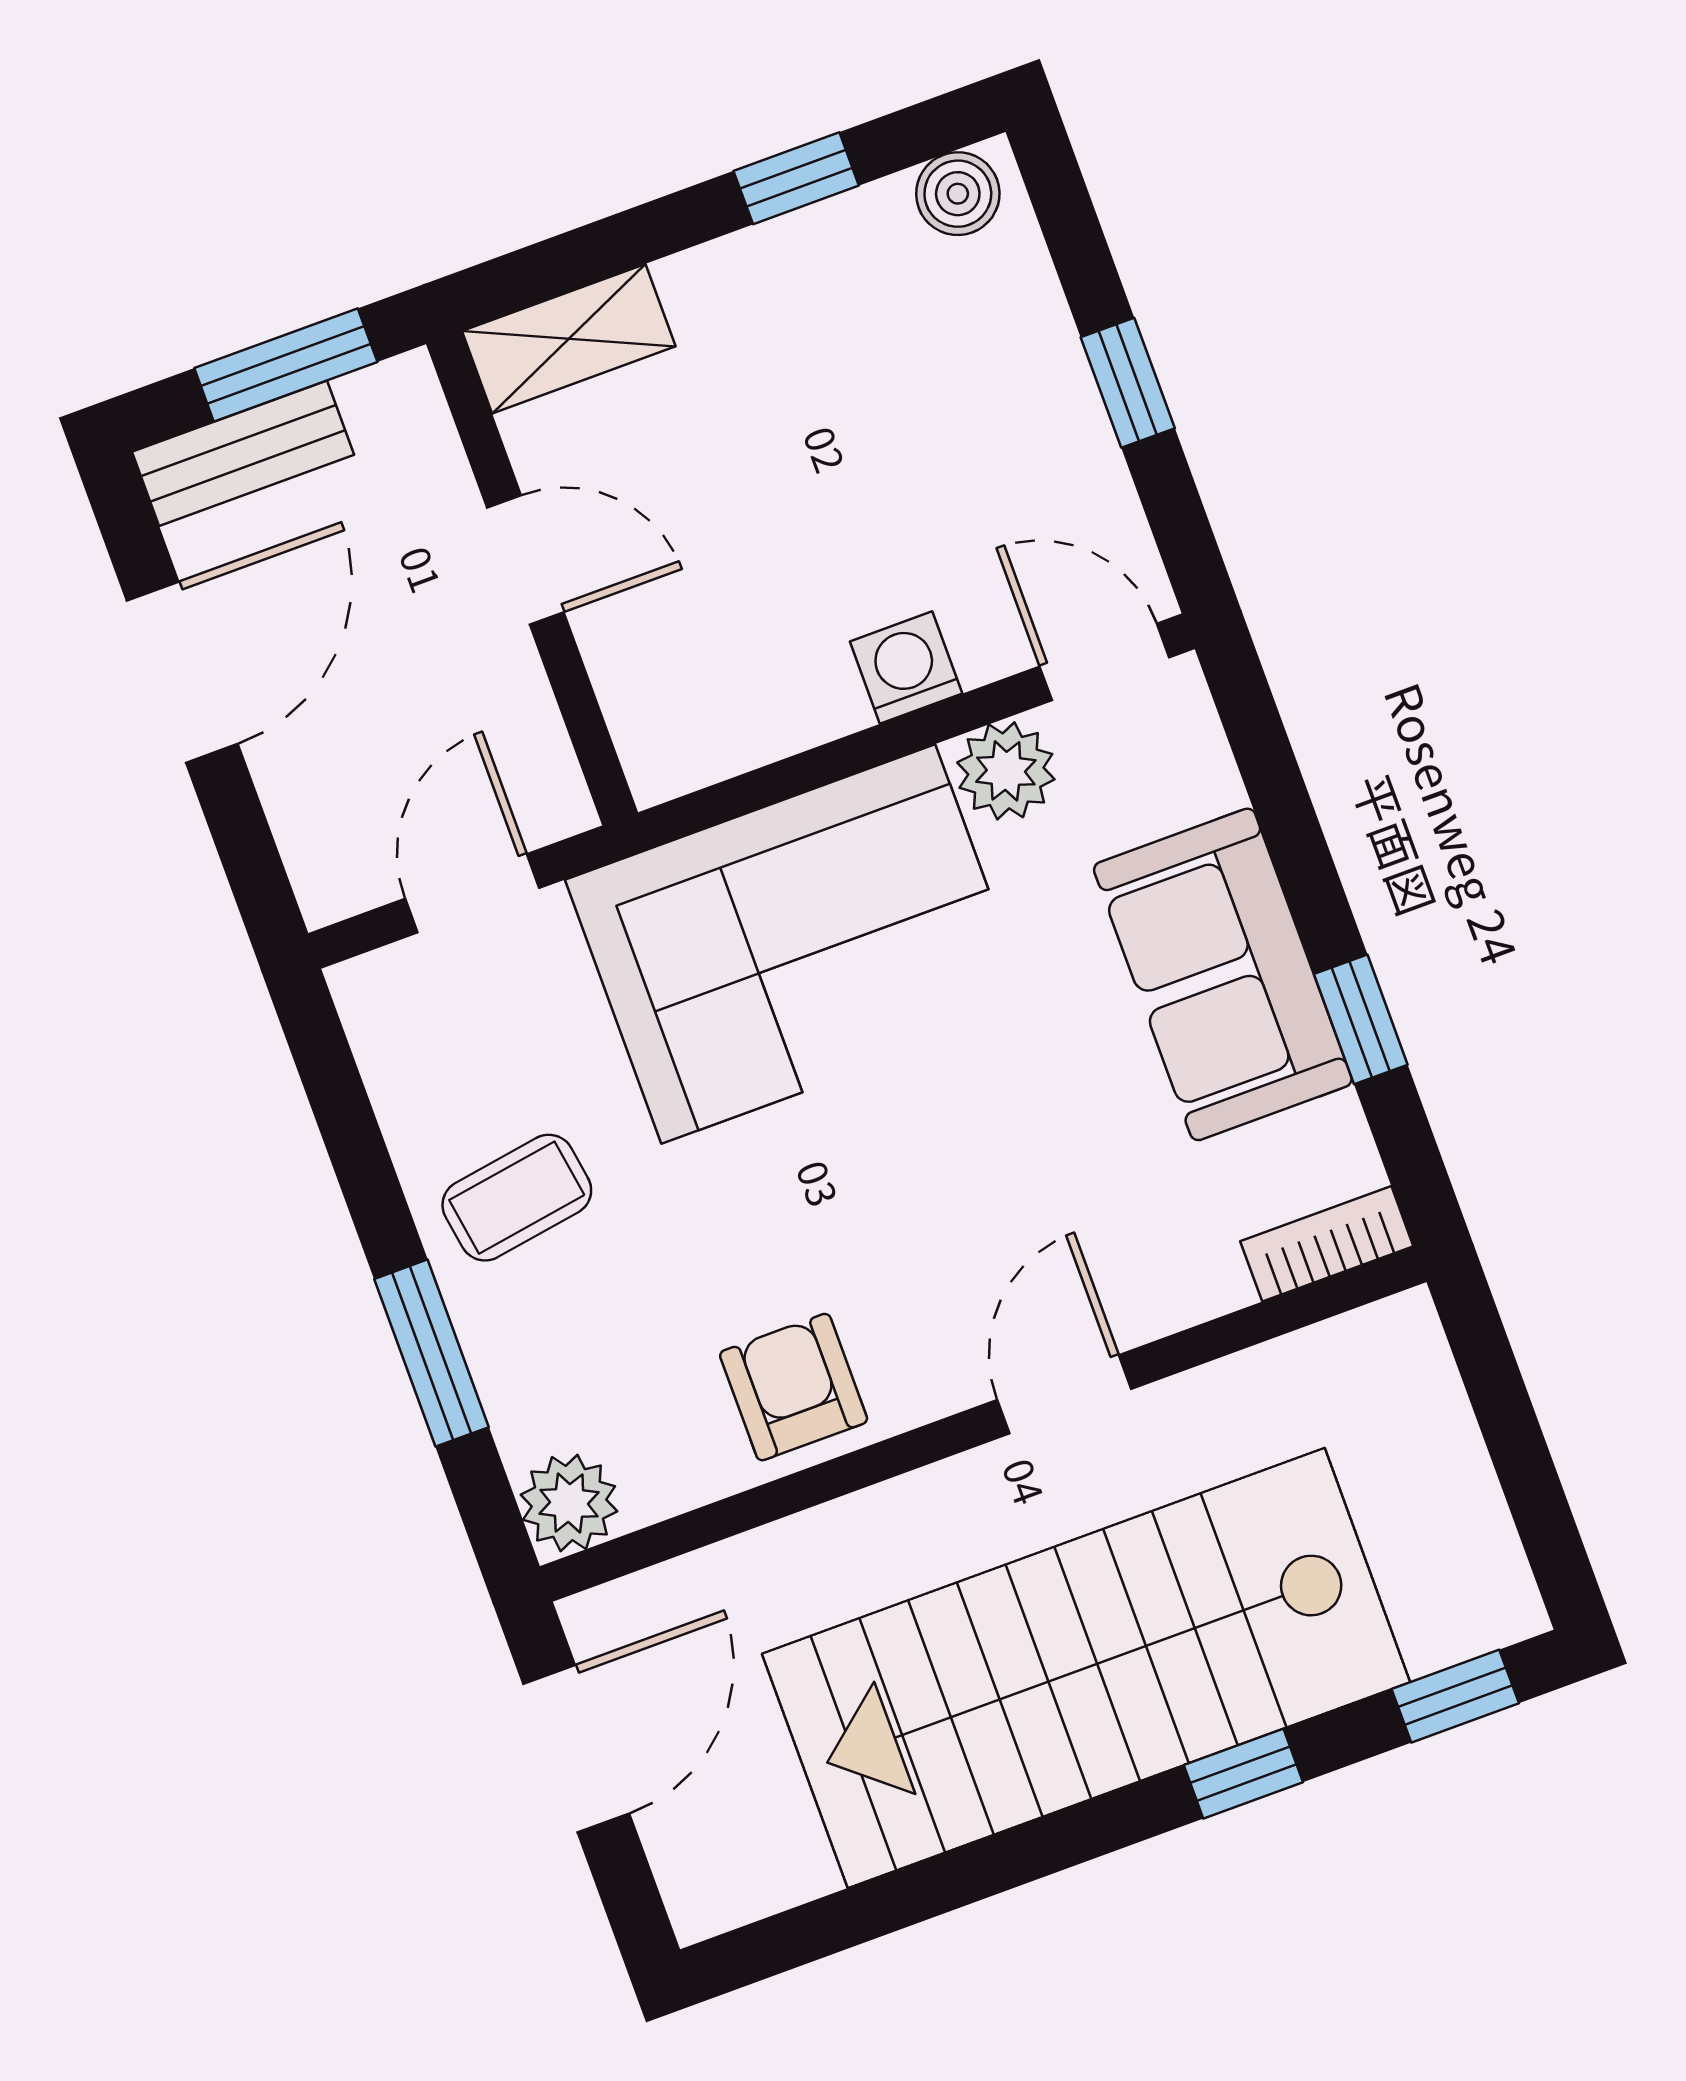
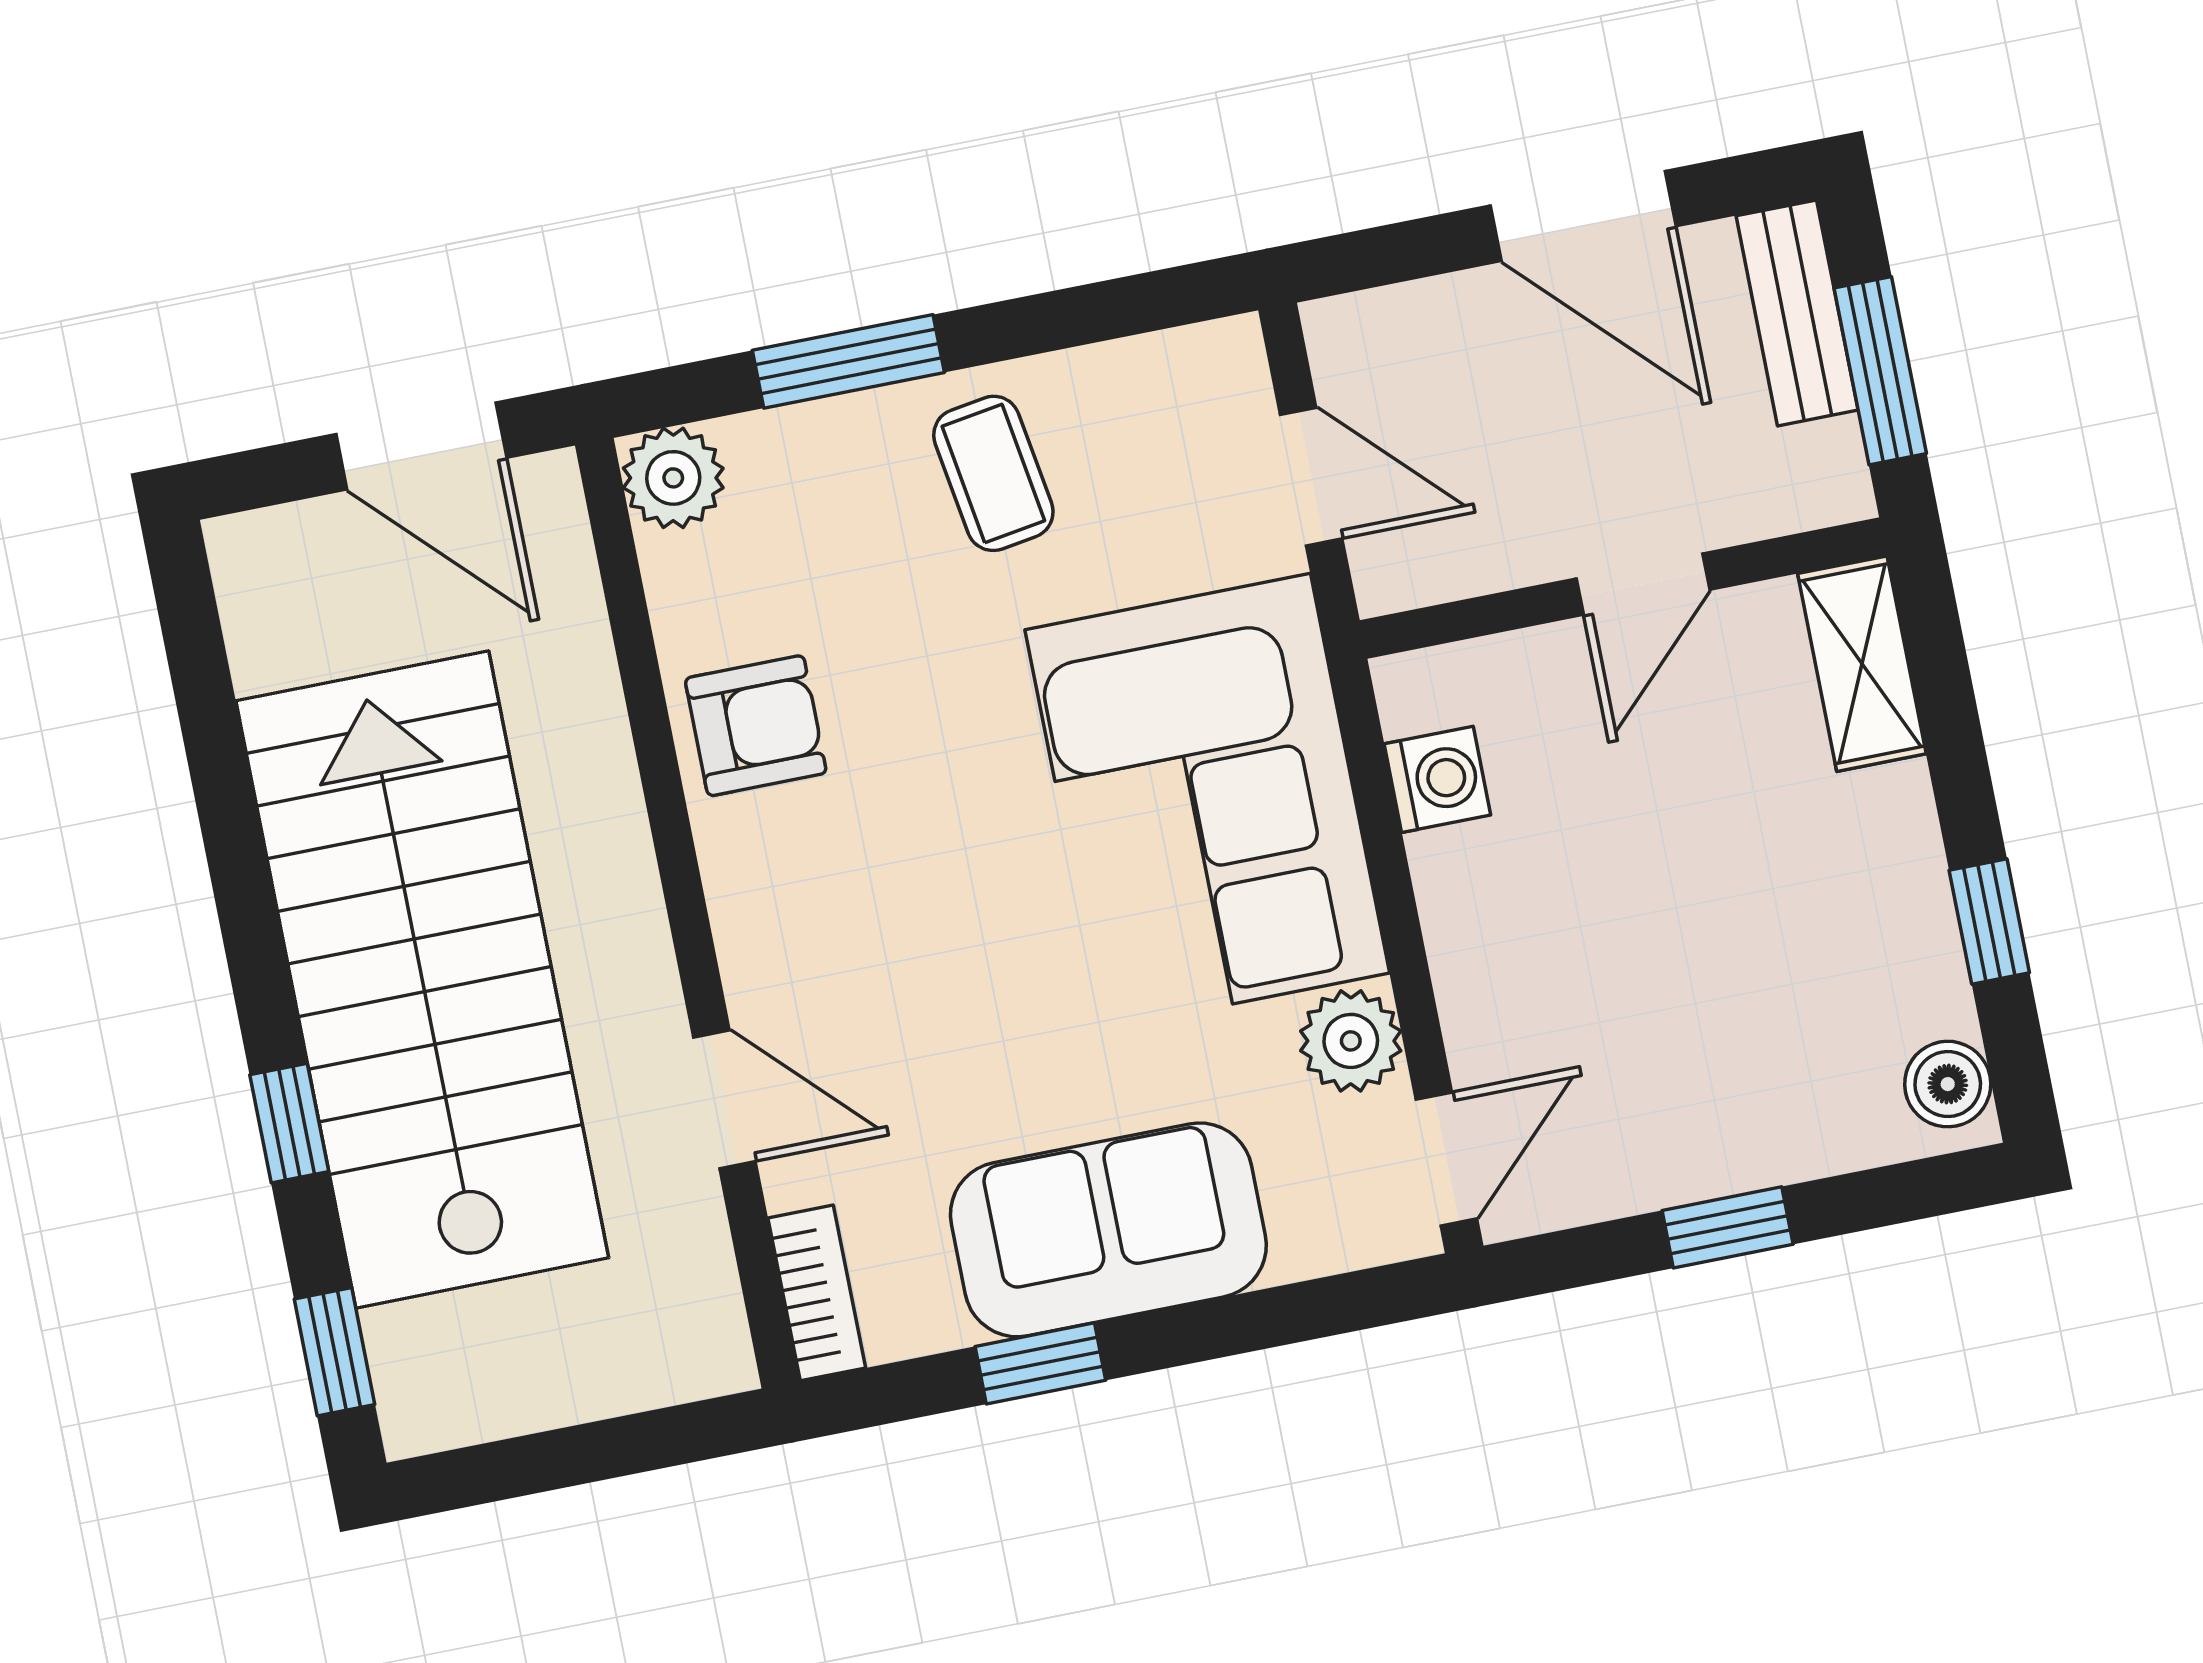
washing machine: (906, 668) -> (1437, 779), moved
door: (1064, 1394) -> (724, 1099), moved

